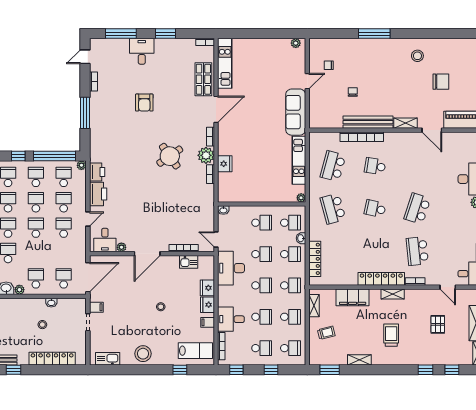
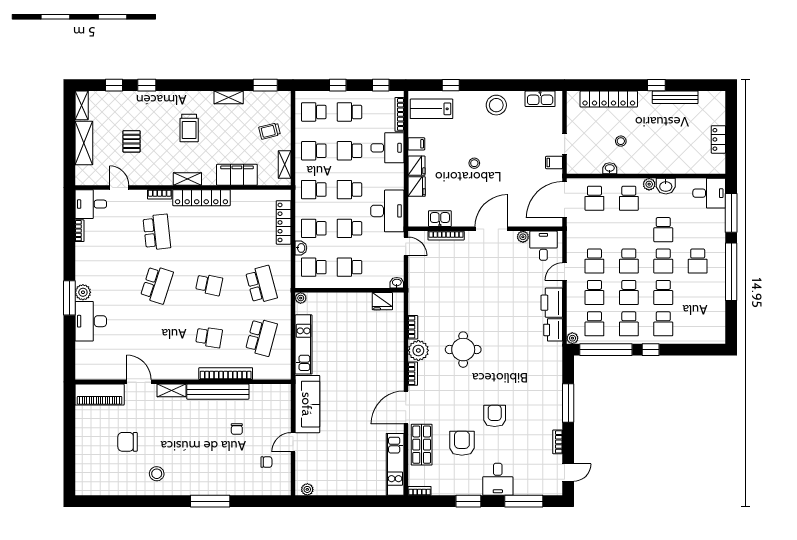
armchair: (171, 80) -> (462, 443), added
round table: (170, 156) -> (463, 350), turned 35
fridge: (225, 164) -> (382, 301), moved, turned -90

